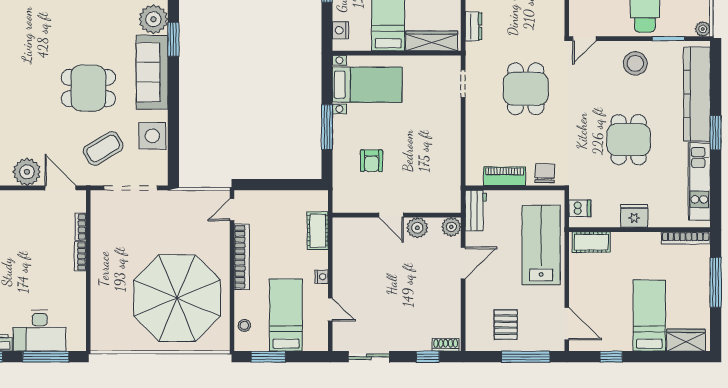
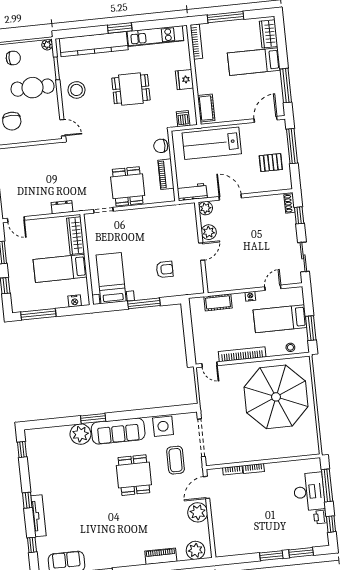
dining table: (526, 89) -> (128, 186), moved, turned 90
coffee table: (103, 148) -> (176, 460), turned 31
window: (611, 357) -> (286, 86), width x2.17

